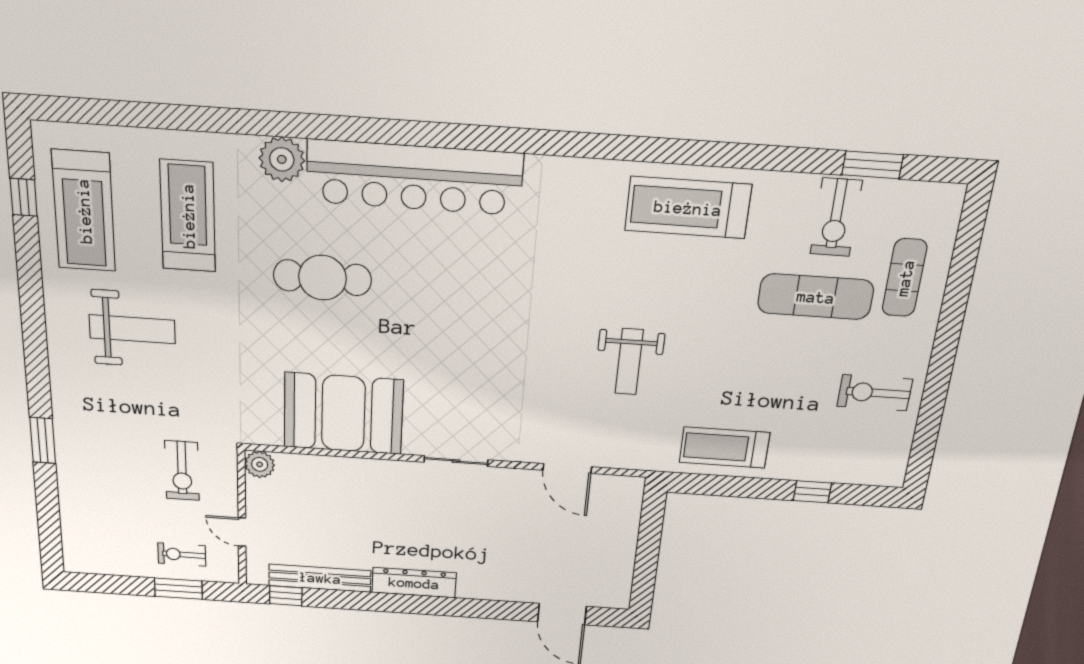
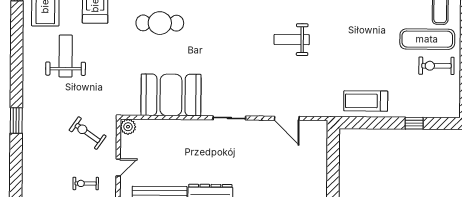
exercise mat: (816, 297) -> (427, 39), moved
weight bench: (132, 329) -> (66, 56), turned -90
weight bench: (629, 362) -> (292, 40), moved, turned 90
exercise bike: (182, 471) -> (88, 133), turned 125
door: (242, 532) -> (118, 168), swing flipped

